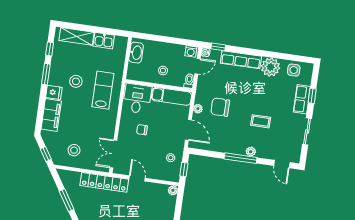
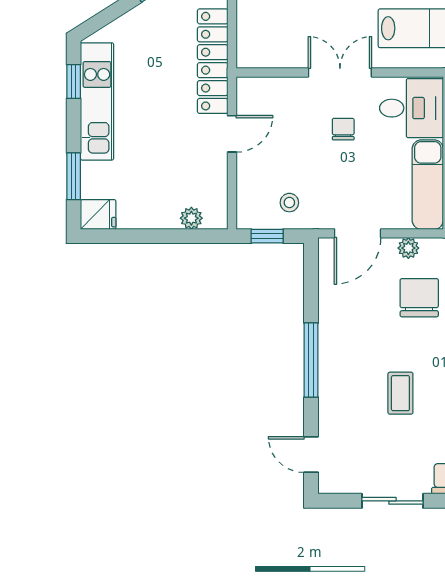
plant: (251, 152) -> (329, 381), removed
double door: (113, 154) -> (340, 72), moved
door: (282, 164) -> (311, 455), hinge flipped
plant: (173, 190) -> (191, 218), moved

